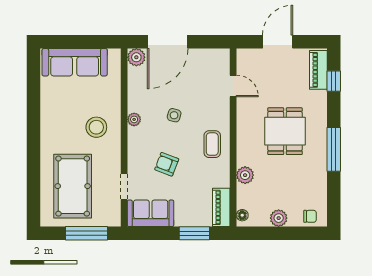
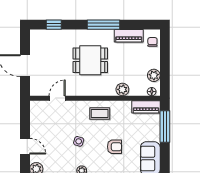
door: (168, 42) -> (25, 146), width x0.53
piano: (318, 70) -> (129, 36), moved
armchair: (167, 164) -> (114, 147), turned -111
plant: (279, 218) -> (154, 75), moved
window: (194, 233) -> (165, 127), width x1.44

